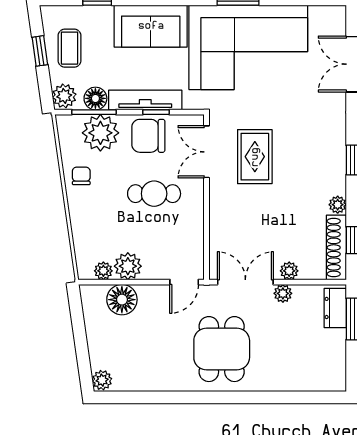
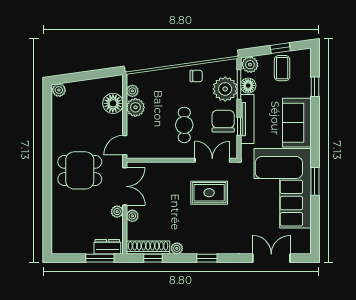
coffee table: (70, 48) -> (282, 68), turned 90
door: (184, 282) -> (125, 145), hinge flipped

